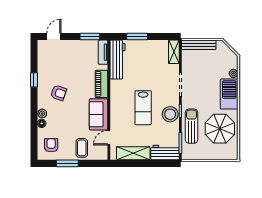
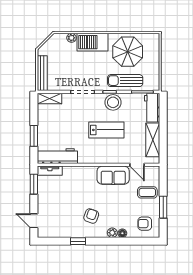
piano: (102, 84) -> (82, 172), removed

